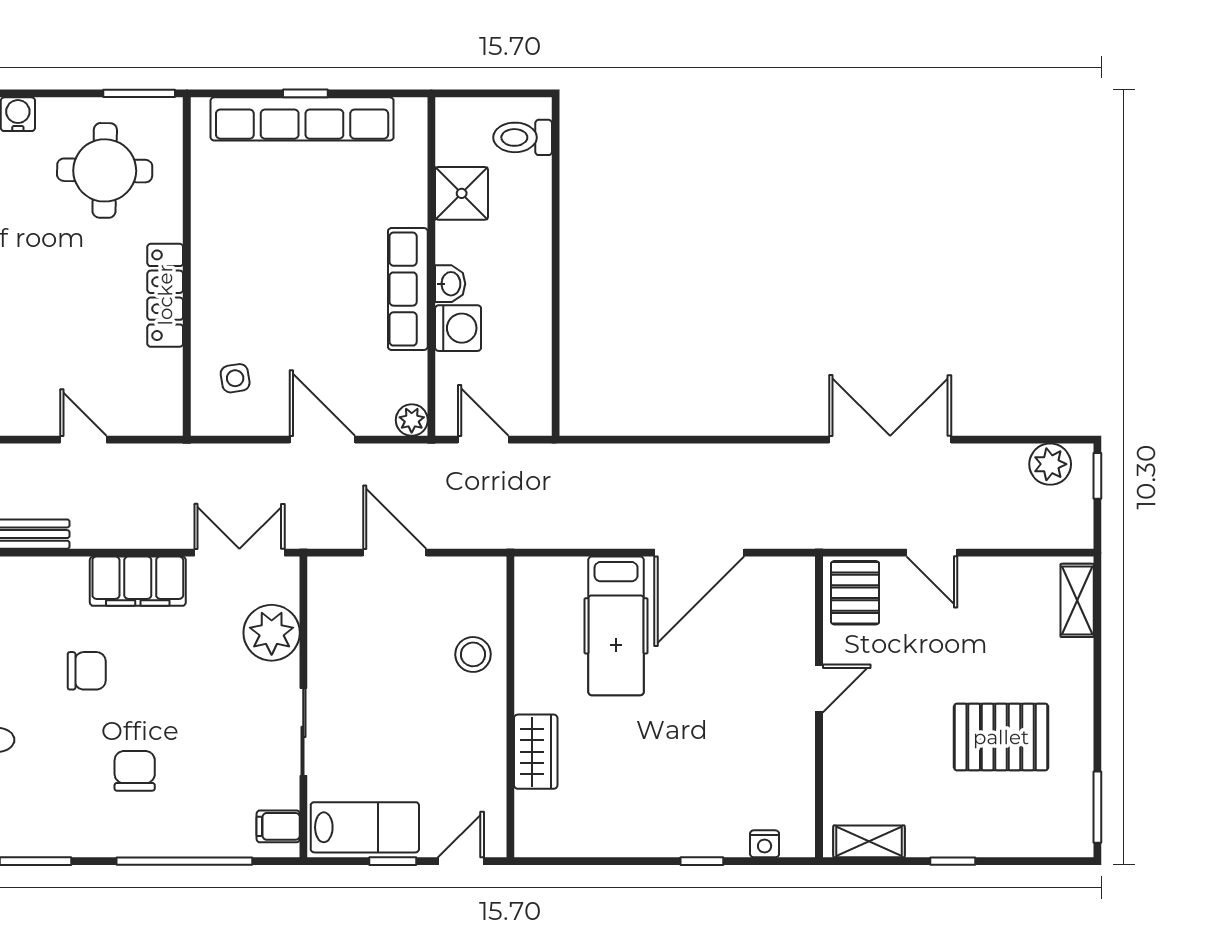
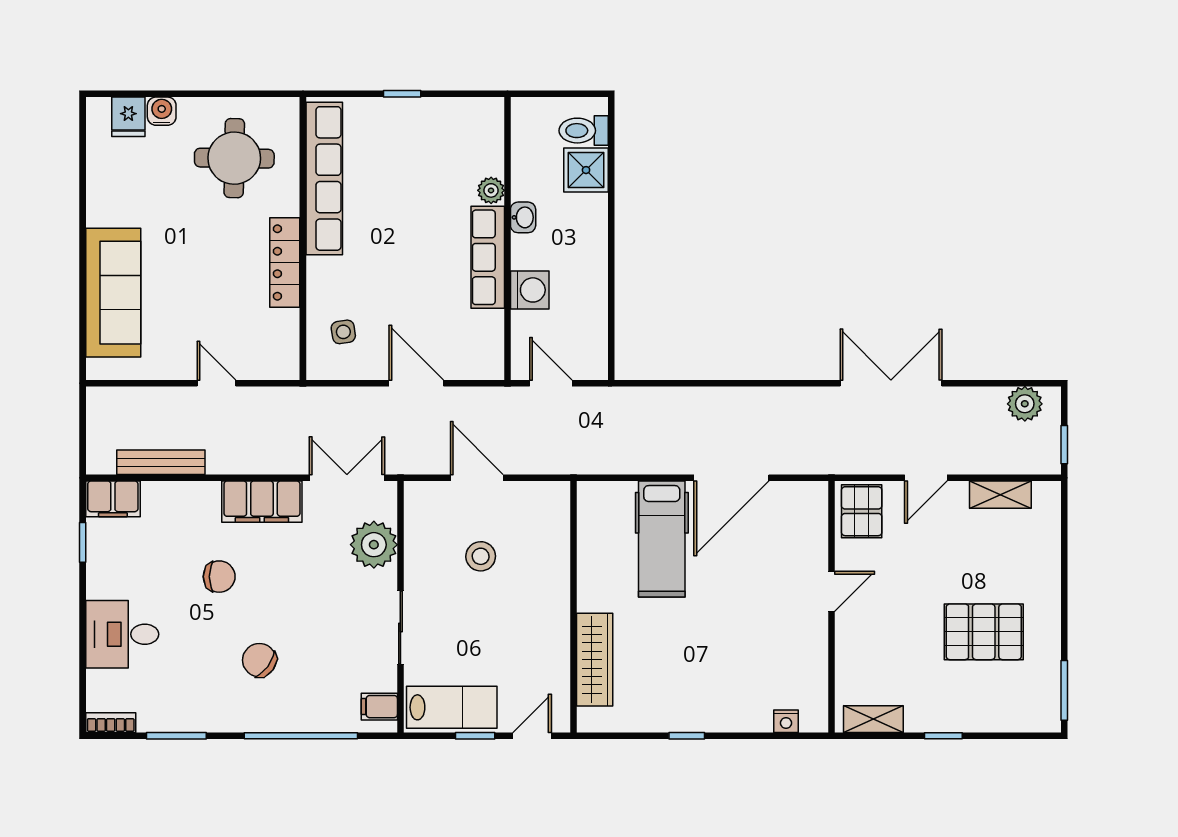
window: (139, 93) -> (263, 94), removed
row of seats: (302, 119) -> (324, 178), moved, turned -90
shower: (462, 193) -> (586, 170), moved
washbasin: (450, 284) -> (523, 217), moved
plant: (412, 420) -> (491, 190), moved
window: (1097, 476) -> (1064, 445), moved
door: (932, 553) -> (926, 478), hinge flipped
shelving: (1077, 600) -> (1000, 495), moved, turned 90
stool: (473, 654) -> (481, 556), moved
wardrobe: (536, 752) -> (595, 660), width x1.50
chair: (135, 771) -> (259, 660), turned -54
window: (702, 861) -> (687, 736), moved

